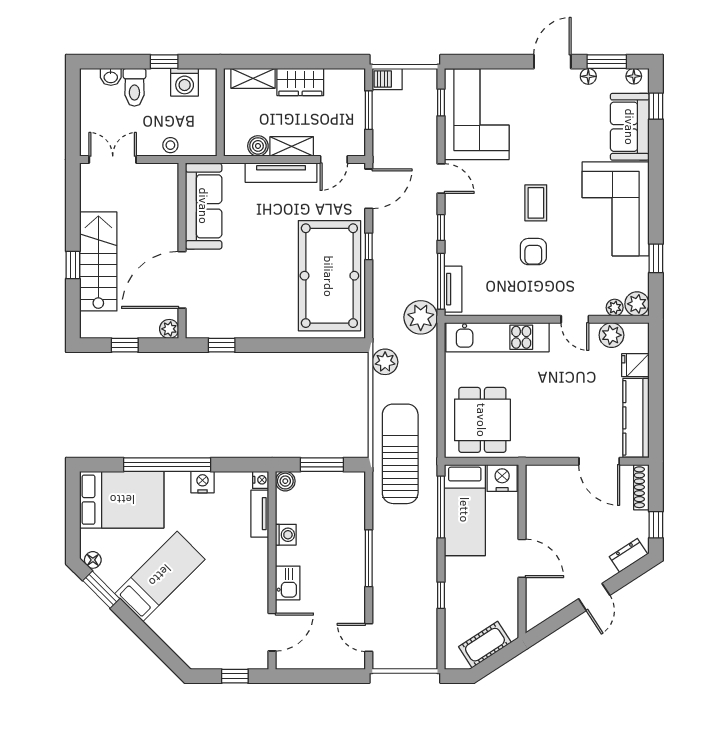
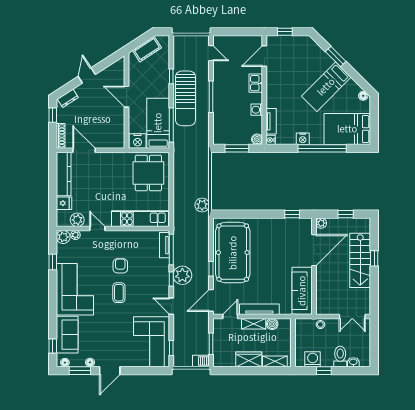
plant: (421, 317) -> (182, 275), moved
sun lounger: (400, 454) -> (185, 98), moved
window: (101, 590) -> (336, 57), moved

